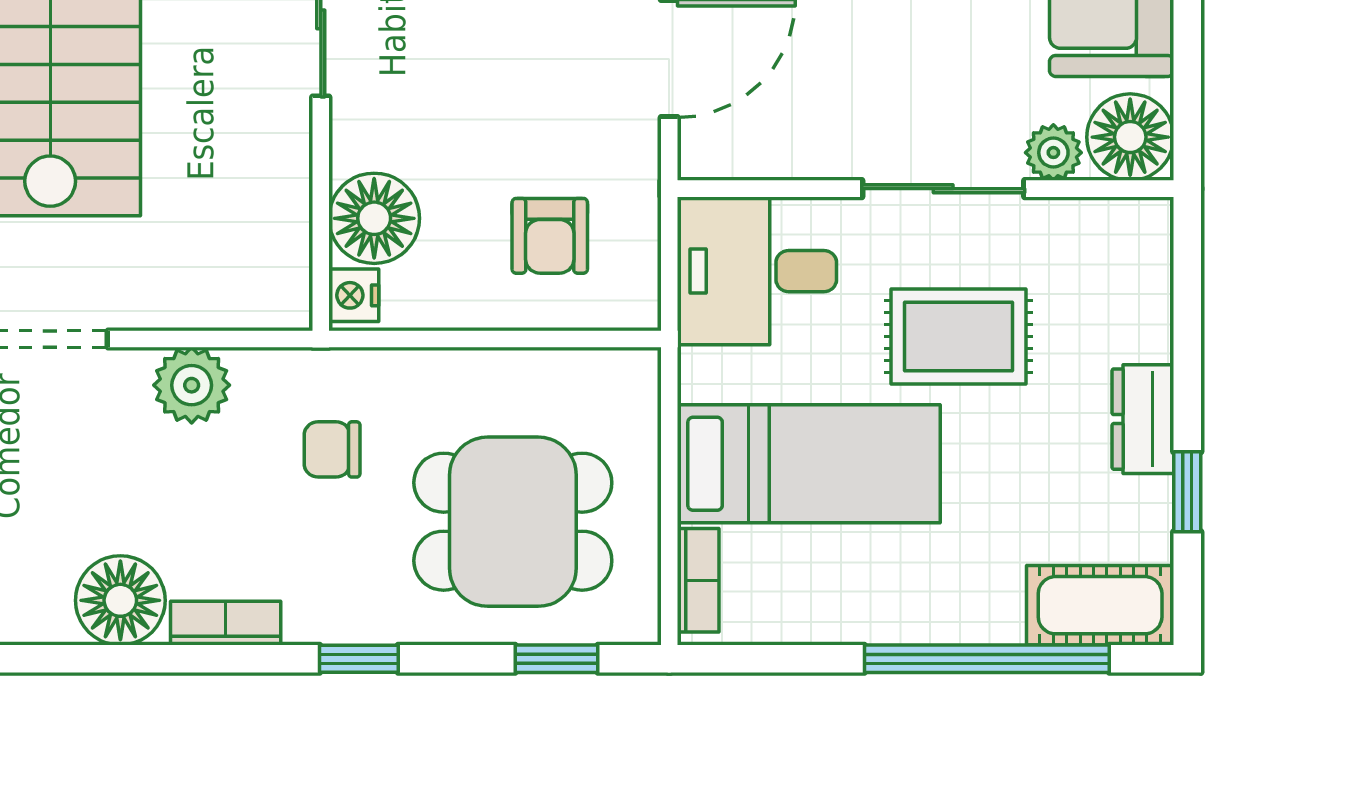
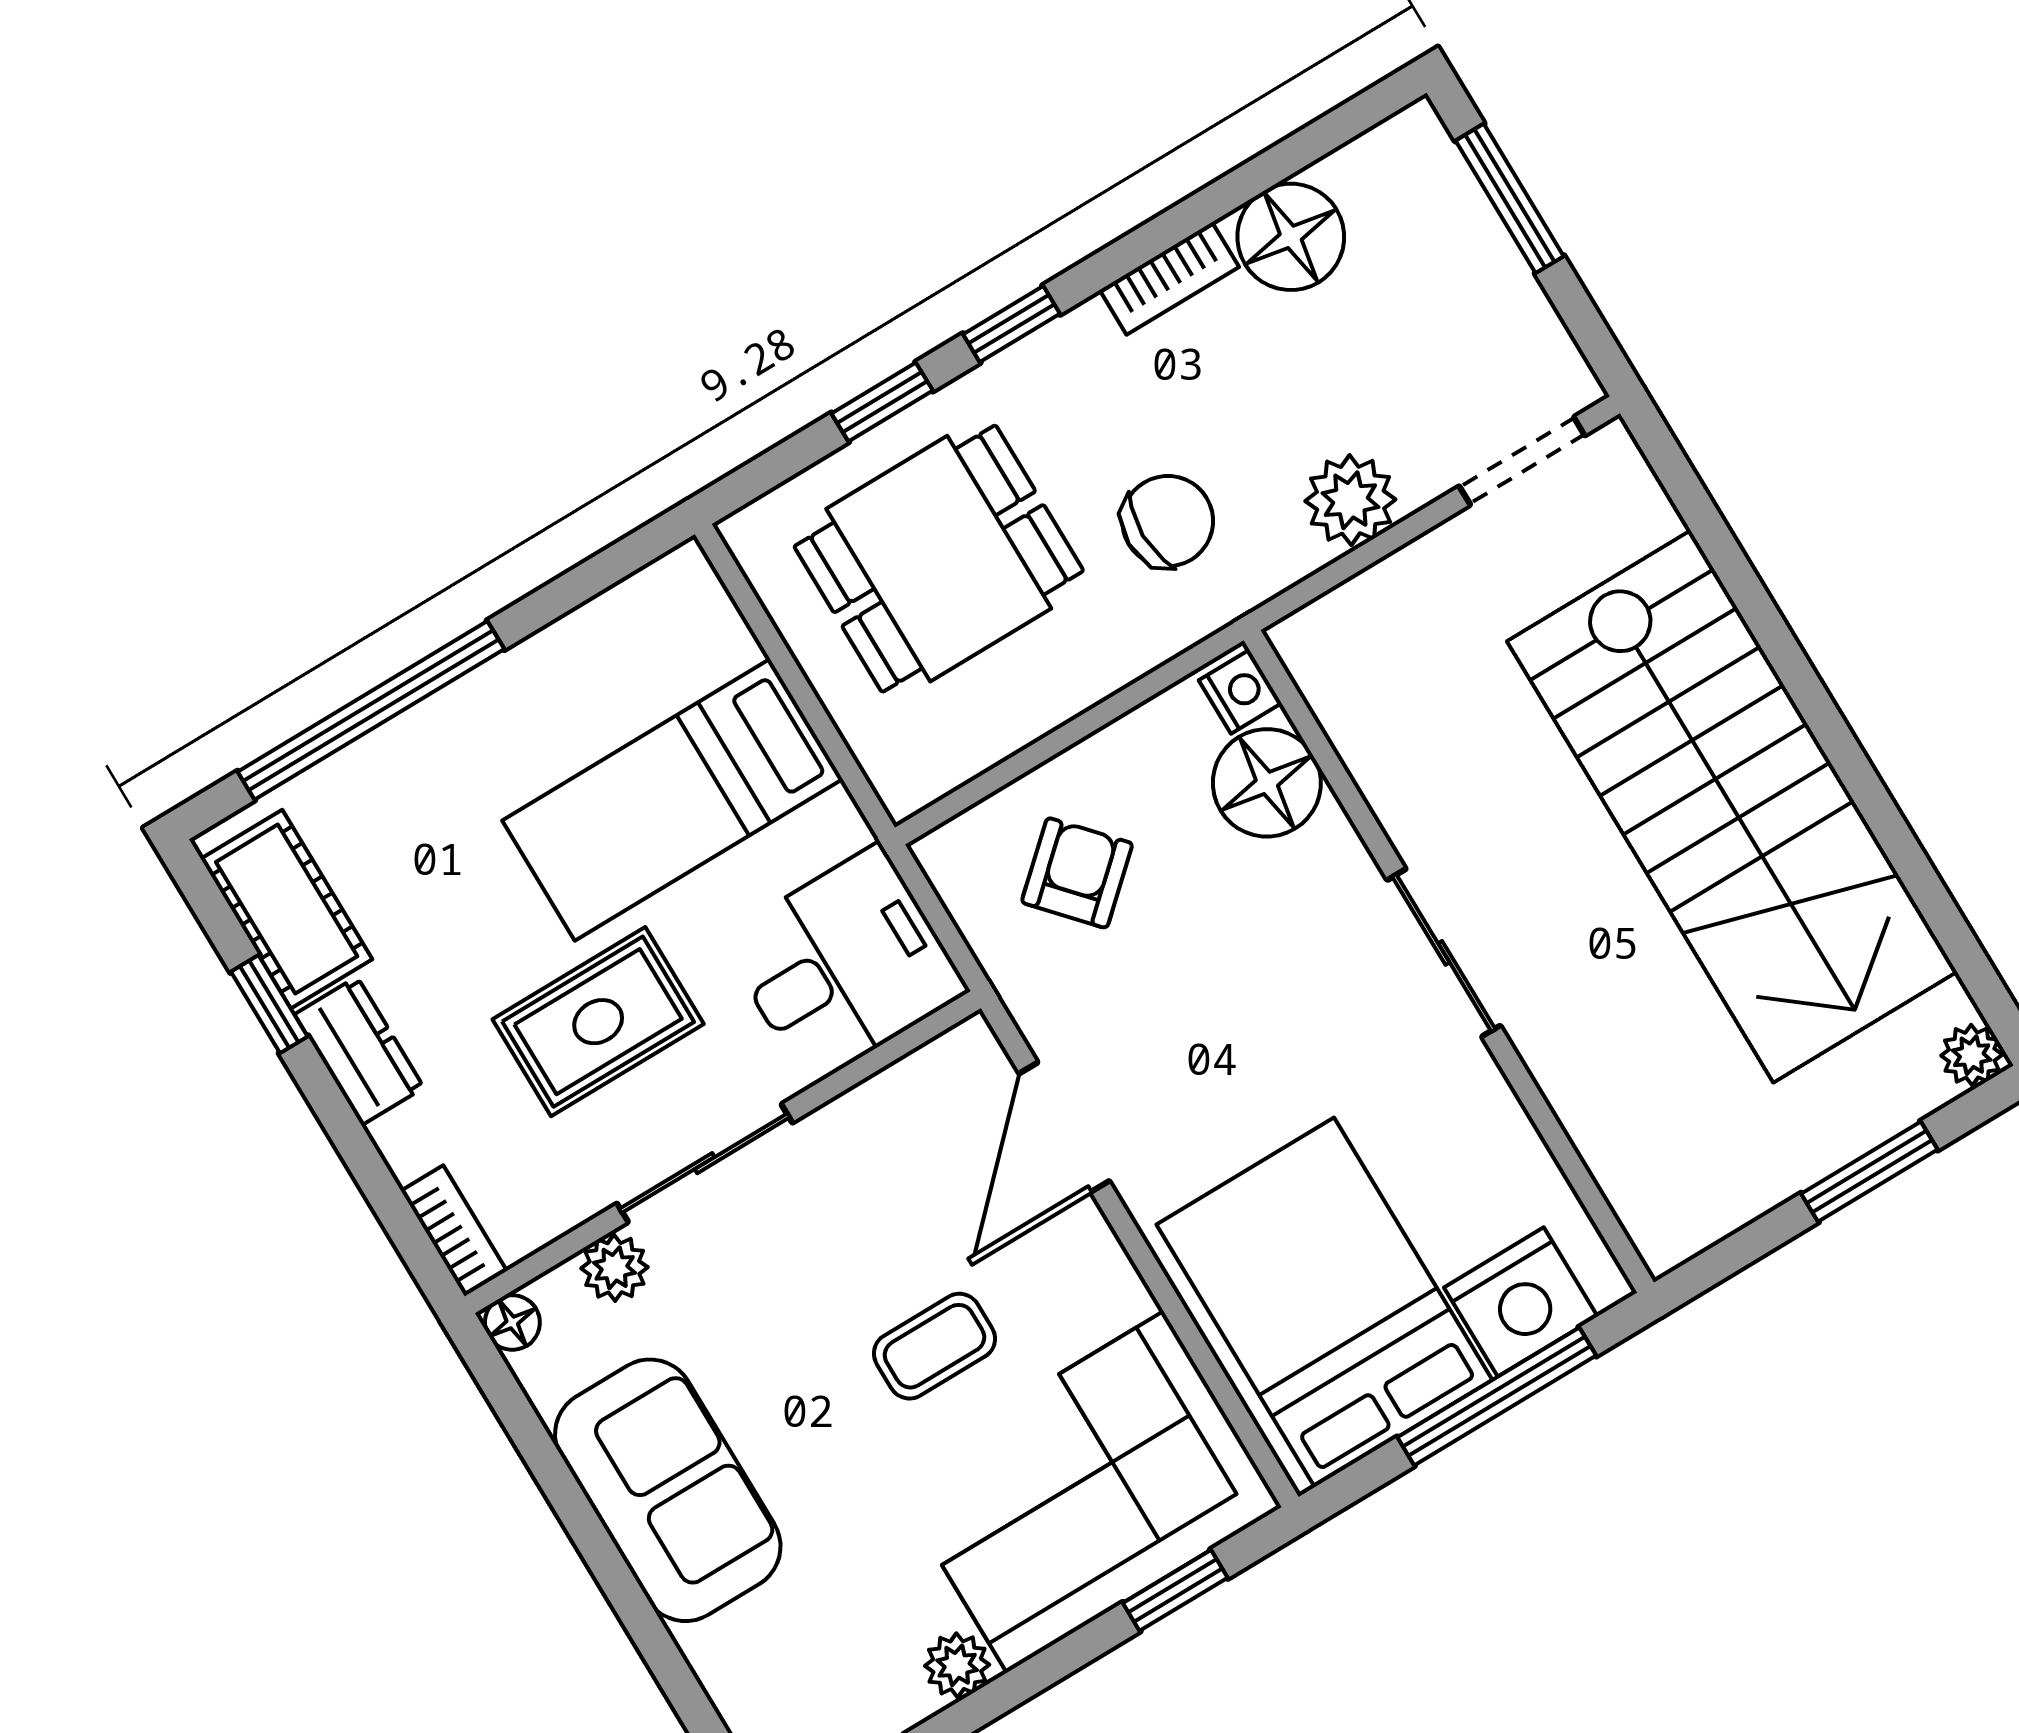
floor lamp: (1130, 137) -> (512, 1323), width x0.53, depth x0.53
armchair: (550, 236) -> (1077, 873), turned 48
chair: (332, 449) -> (1168, 521), width x1.37, depth x1.37
bookcase: (698, 580) -> (454, 1231), moved, turned 180
cot: (1100, 605) -> (287, 909), moved, turned 90
window: (557, 659) -> (882, 402), moved

